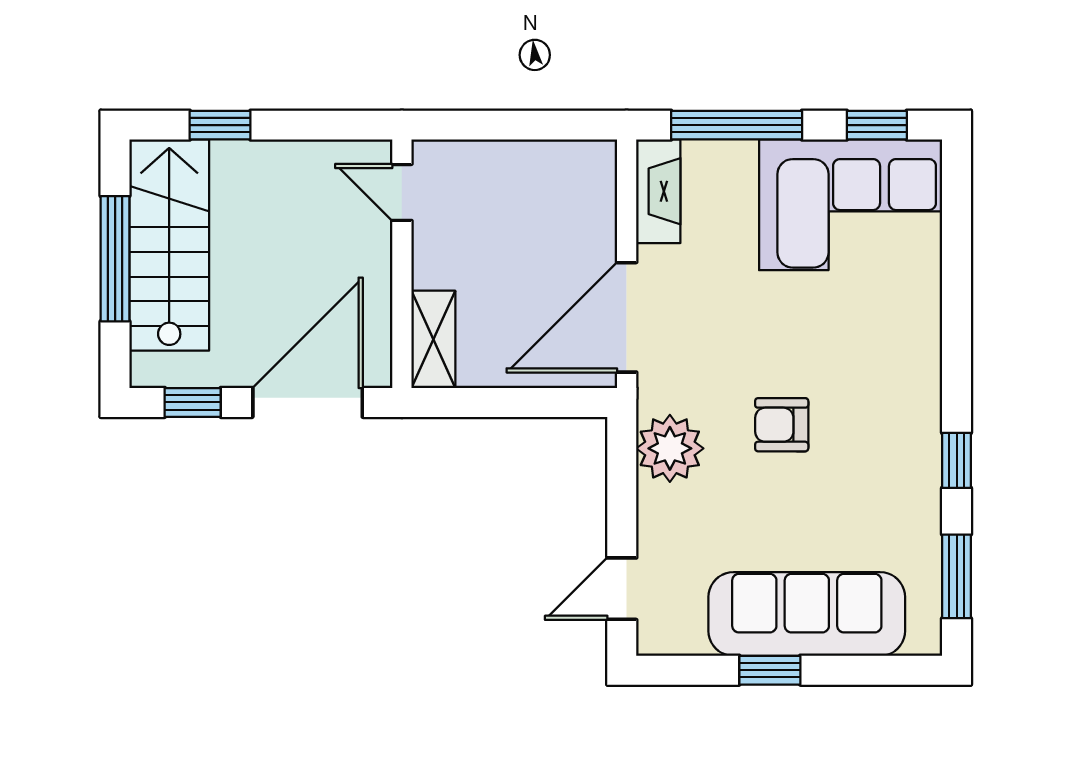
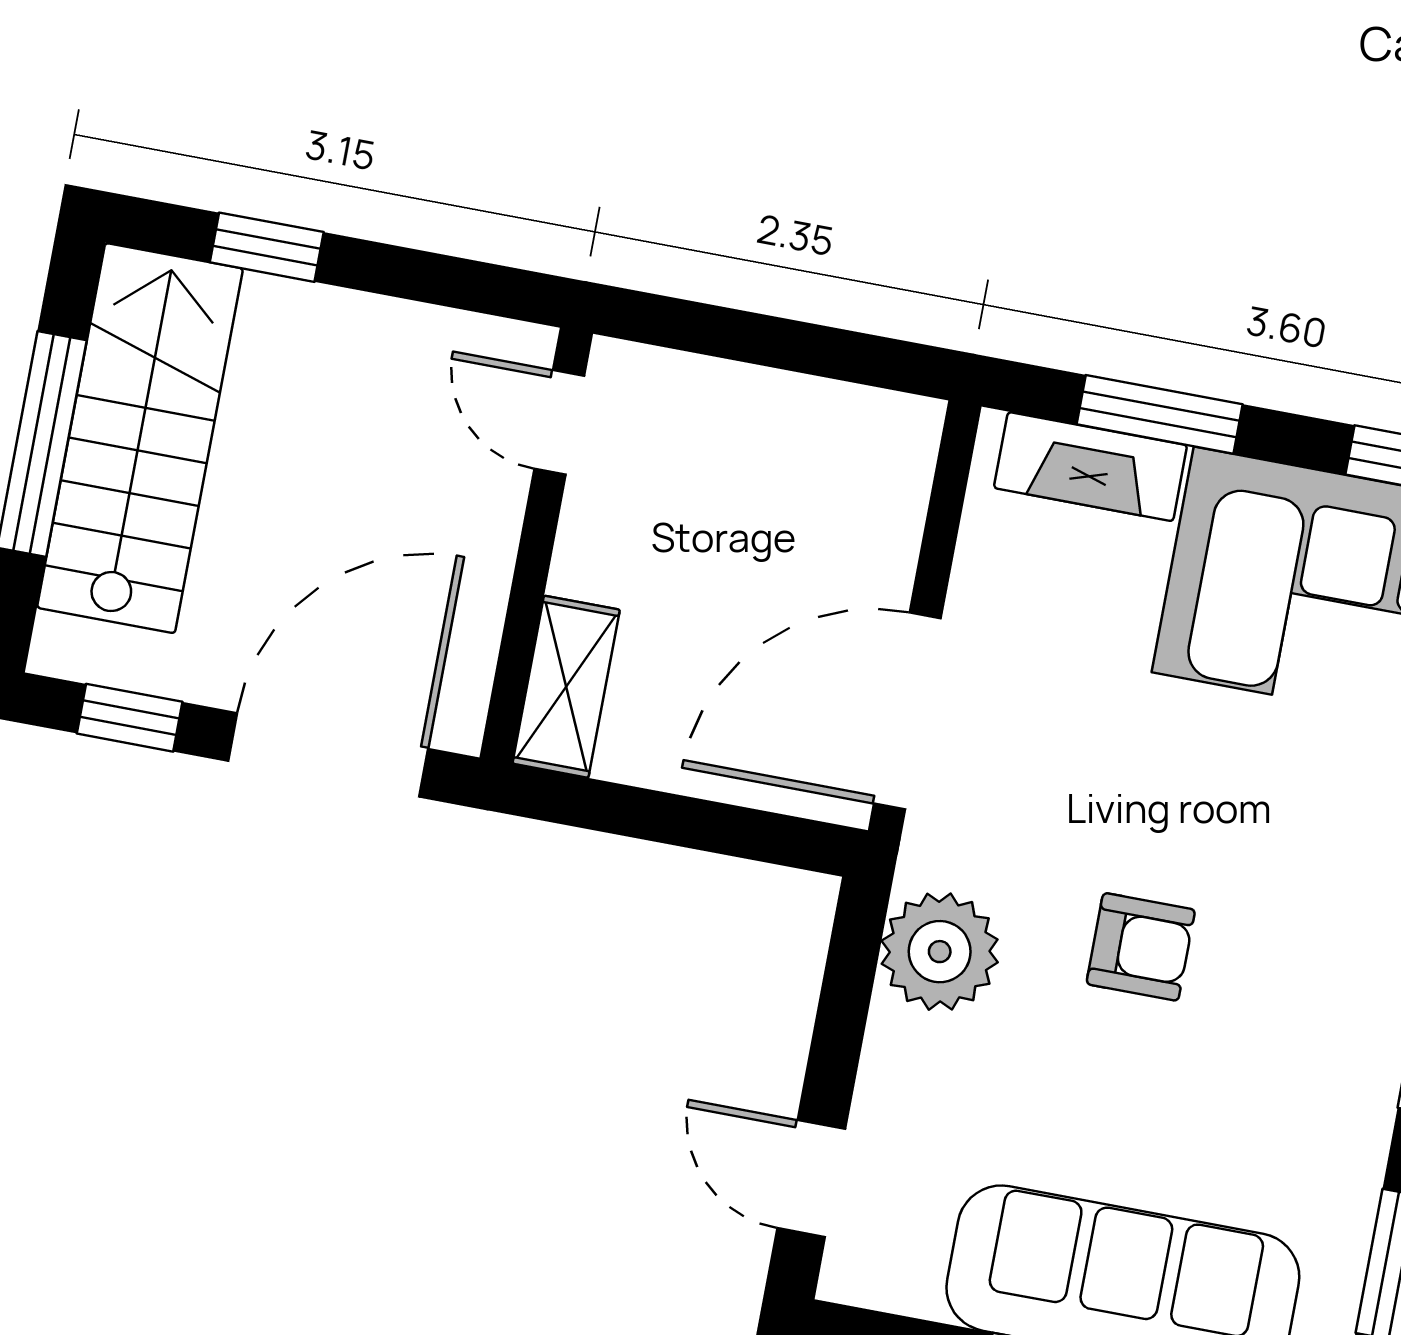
window: (737, 125) -> (1160, 414), width x0.69
fireplace: (658, 191) -> (1090, 467), moved, turned 90
armchair: (782, 425) -> (1141, 947), turned 180
door: (622, 589) -> (811, 1179), hinge flipped

